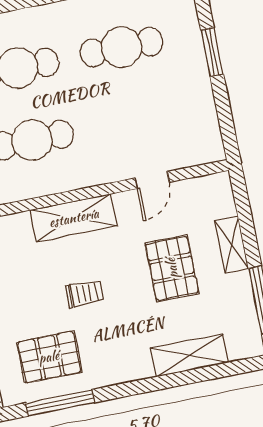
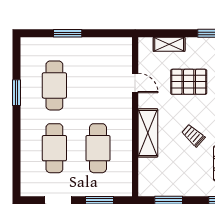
shelving: (232, 245) -> (169, 44), moved
trolley: (84, 294) -> (193, 135), turned -48

